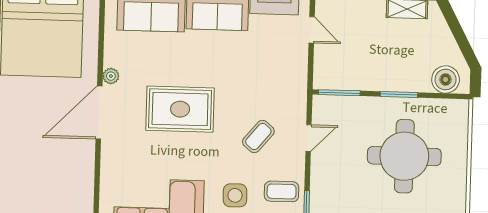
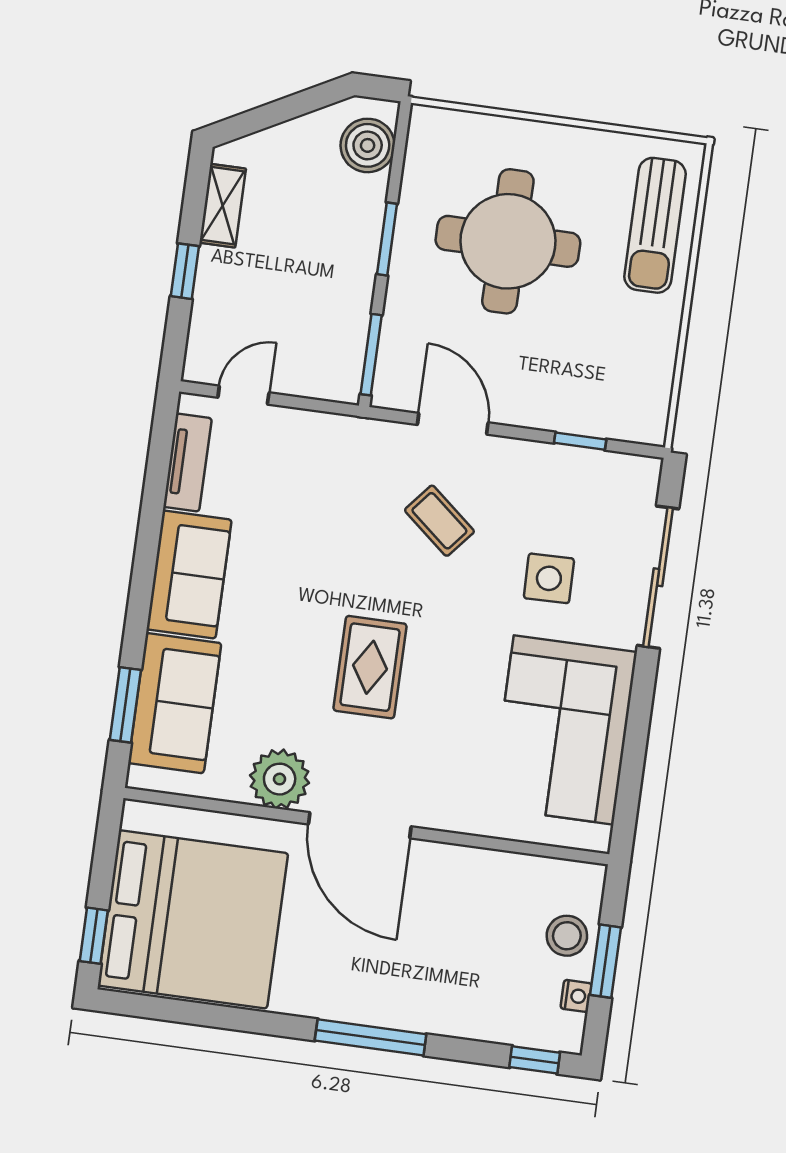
plant: (111, 76) -> (280, 779), width x1.88, depth x1.88
rug: (180, 109) -> (370, 667), width x0.73, depth x0.70
door: (308, 138) -> (453, 424), width x1.37
coffee table: (282, 191) -> (551, 487), removed

